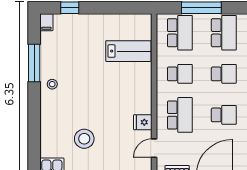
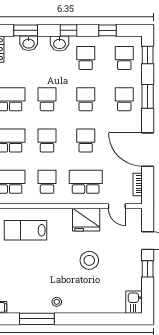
lab bench: (128, 51) -> (26, 230), turned -90
fridge: (143, 122) -> (86, 220), width x1.88, depth x1.34
stool: (84, 139) -> (89, 260), moved

